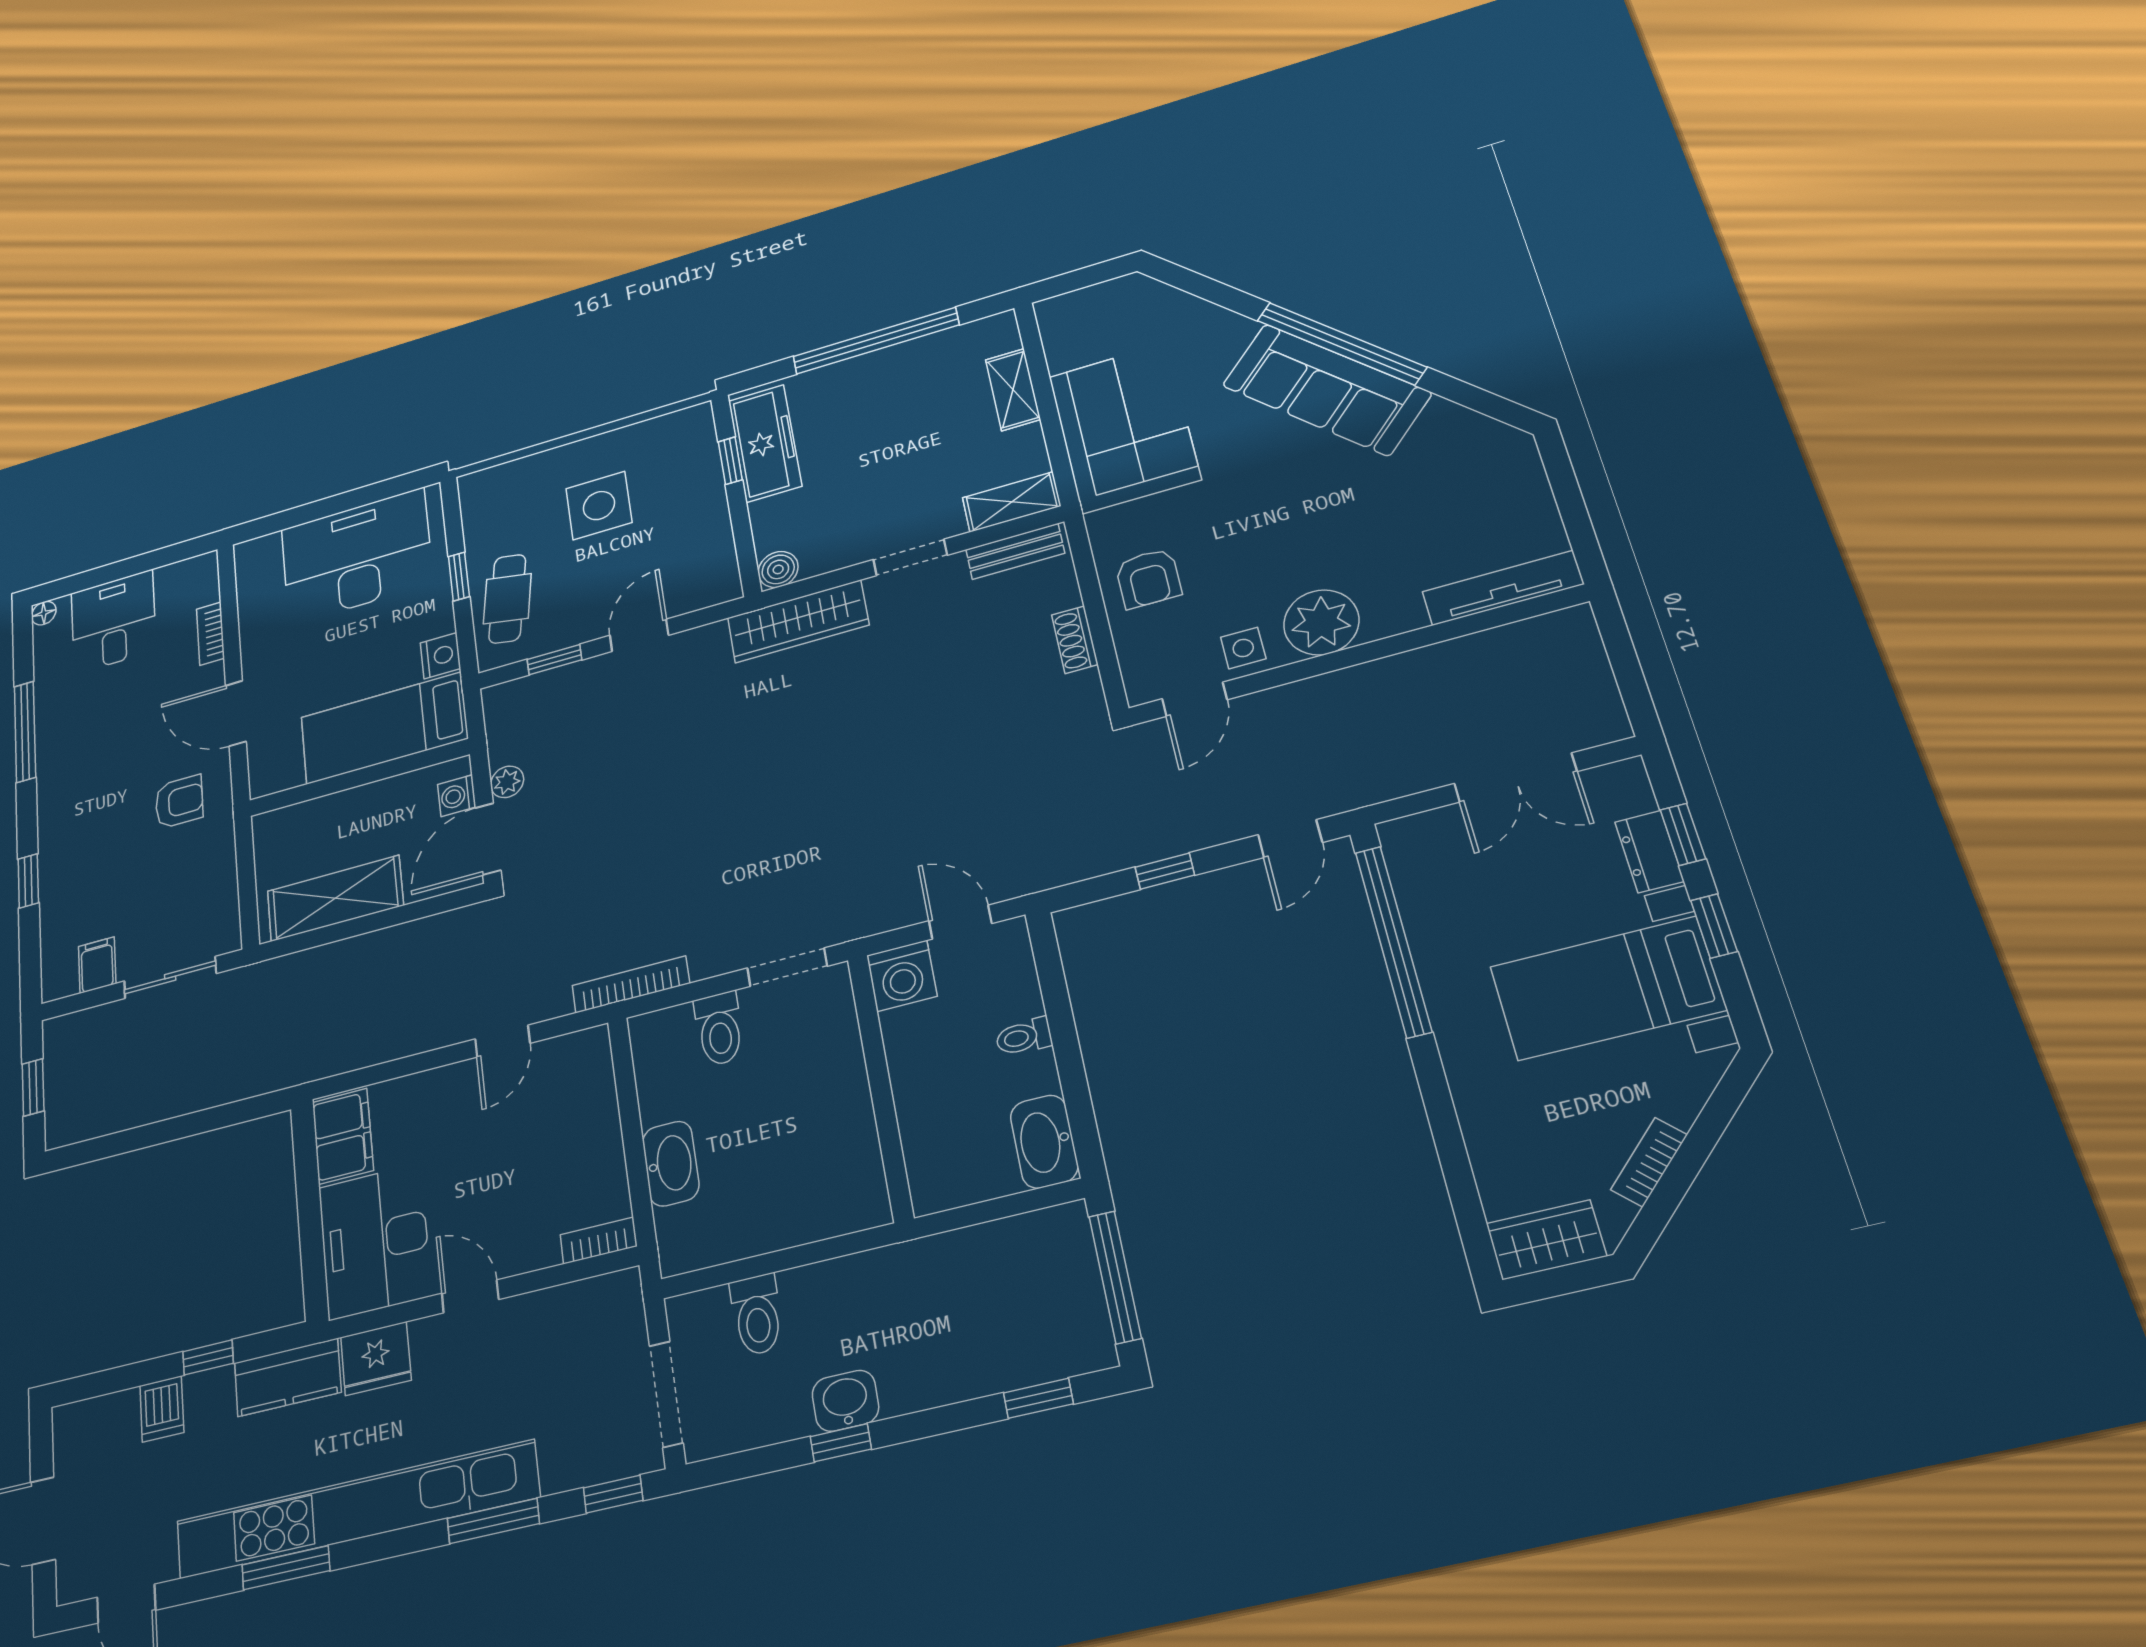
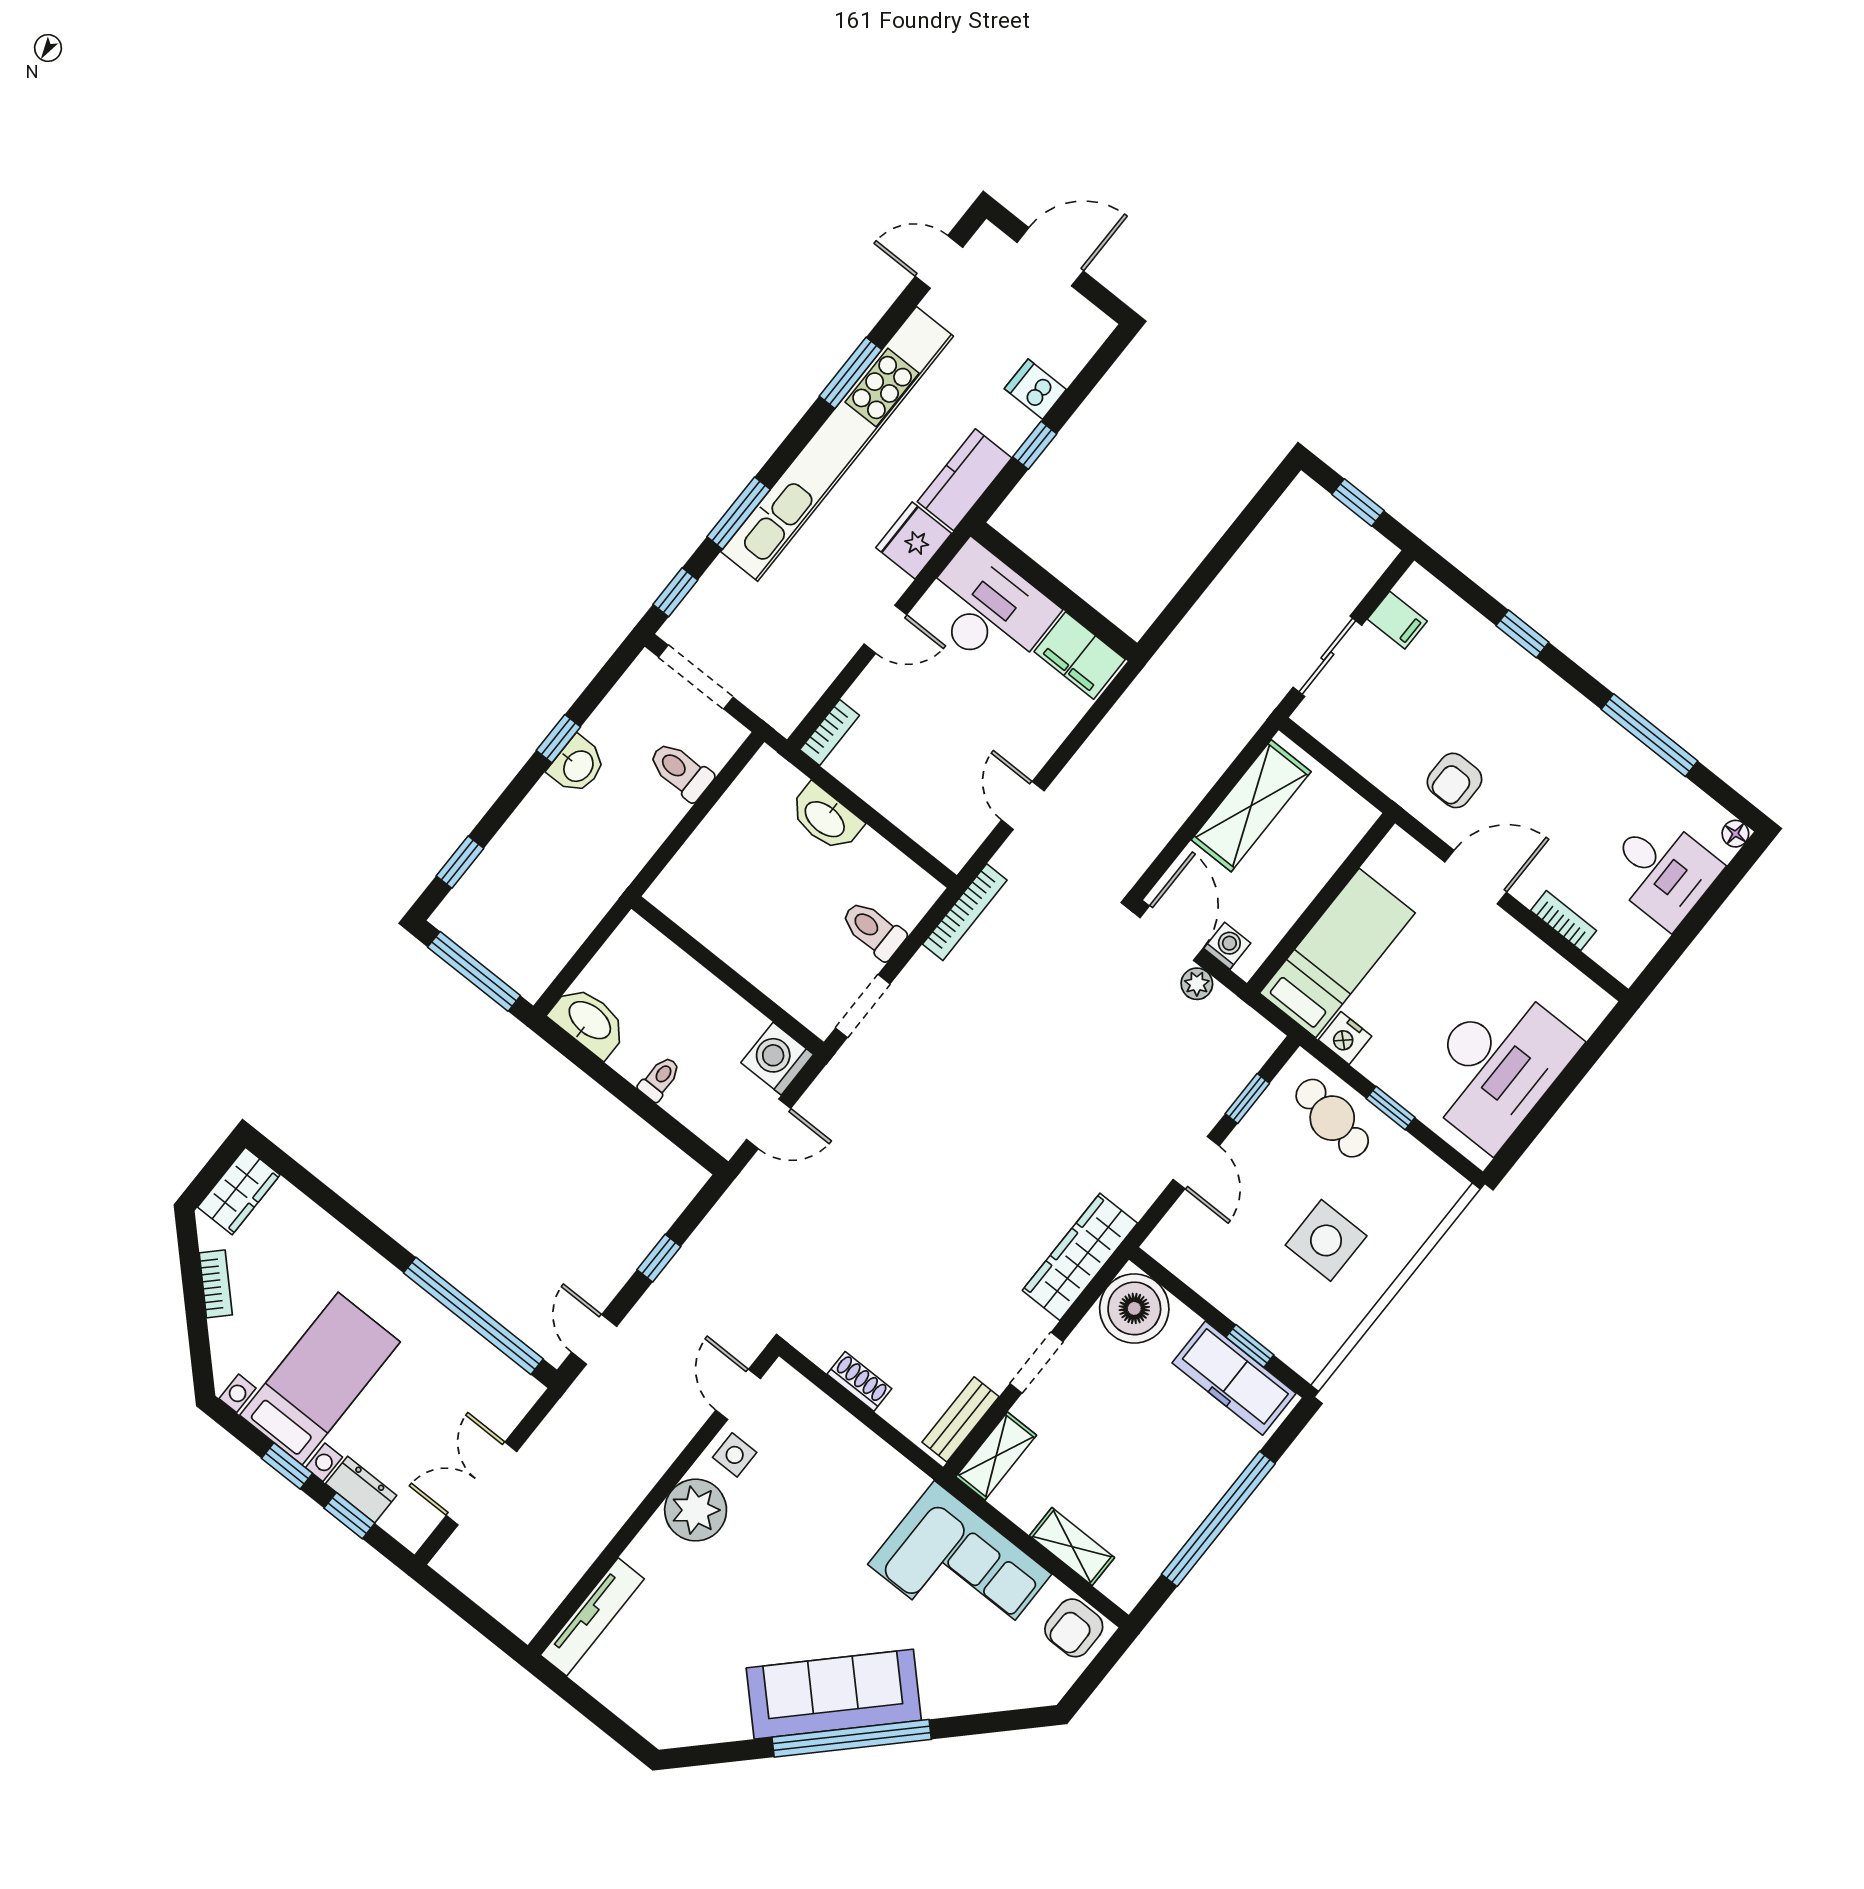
boiler: (778, 569) -> (1134, 1308), width x1.86, depth x1.86
armchair: (1148, 578) -> (1074, 1628), moved, turned -90

